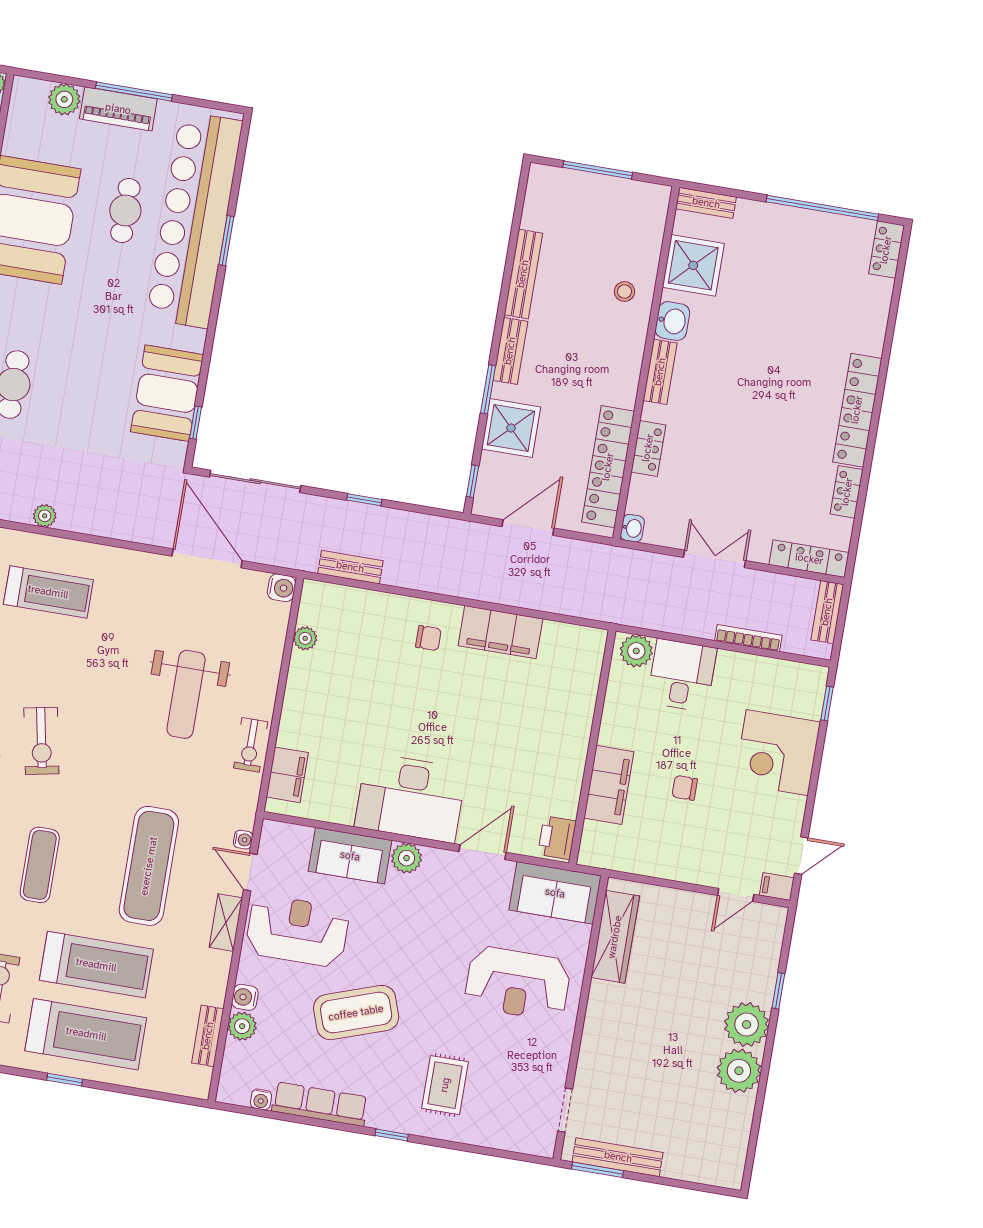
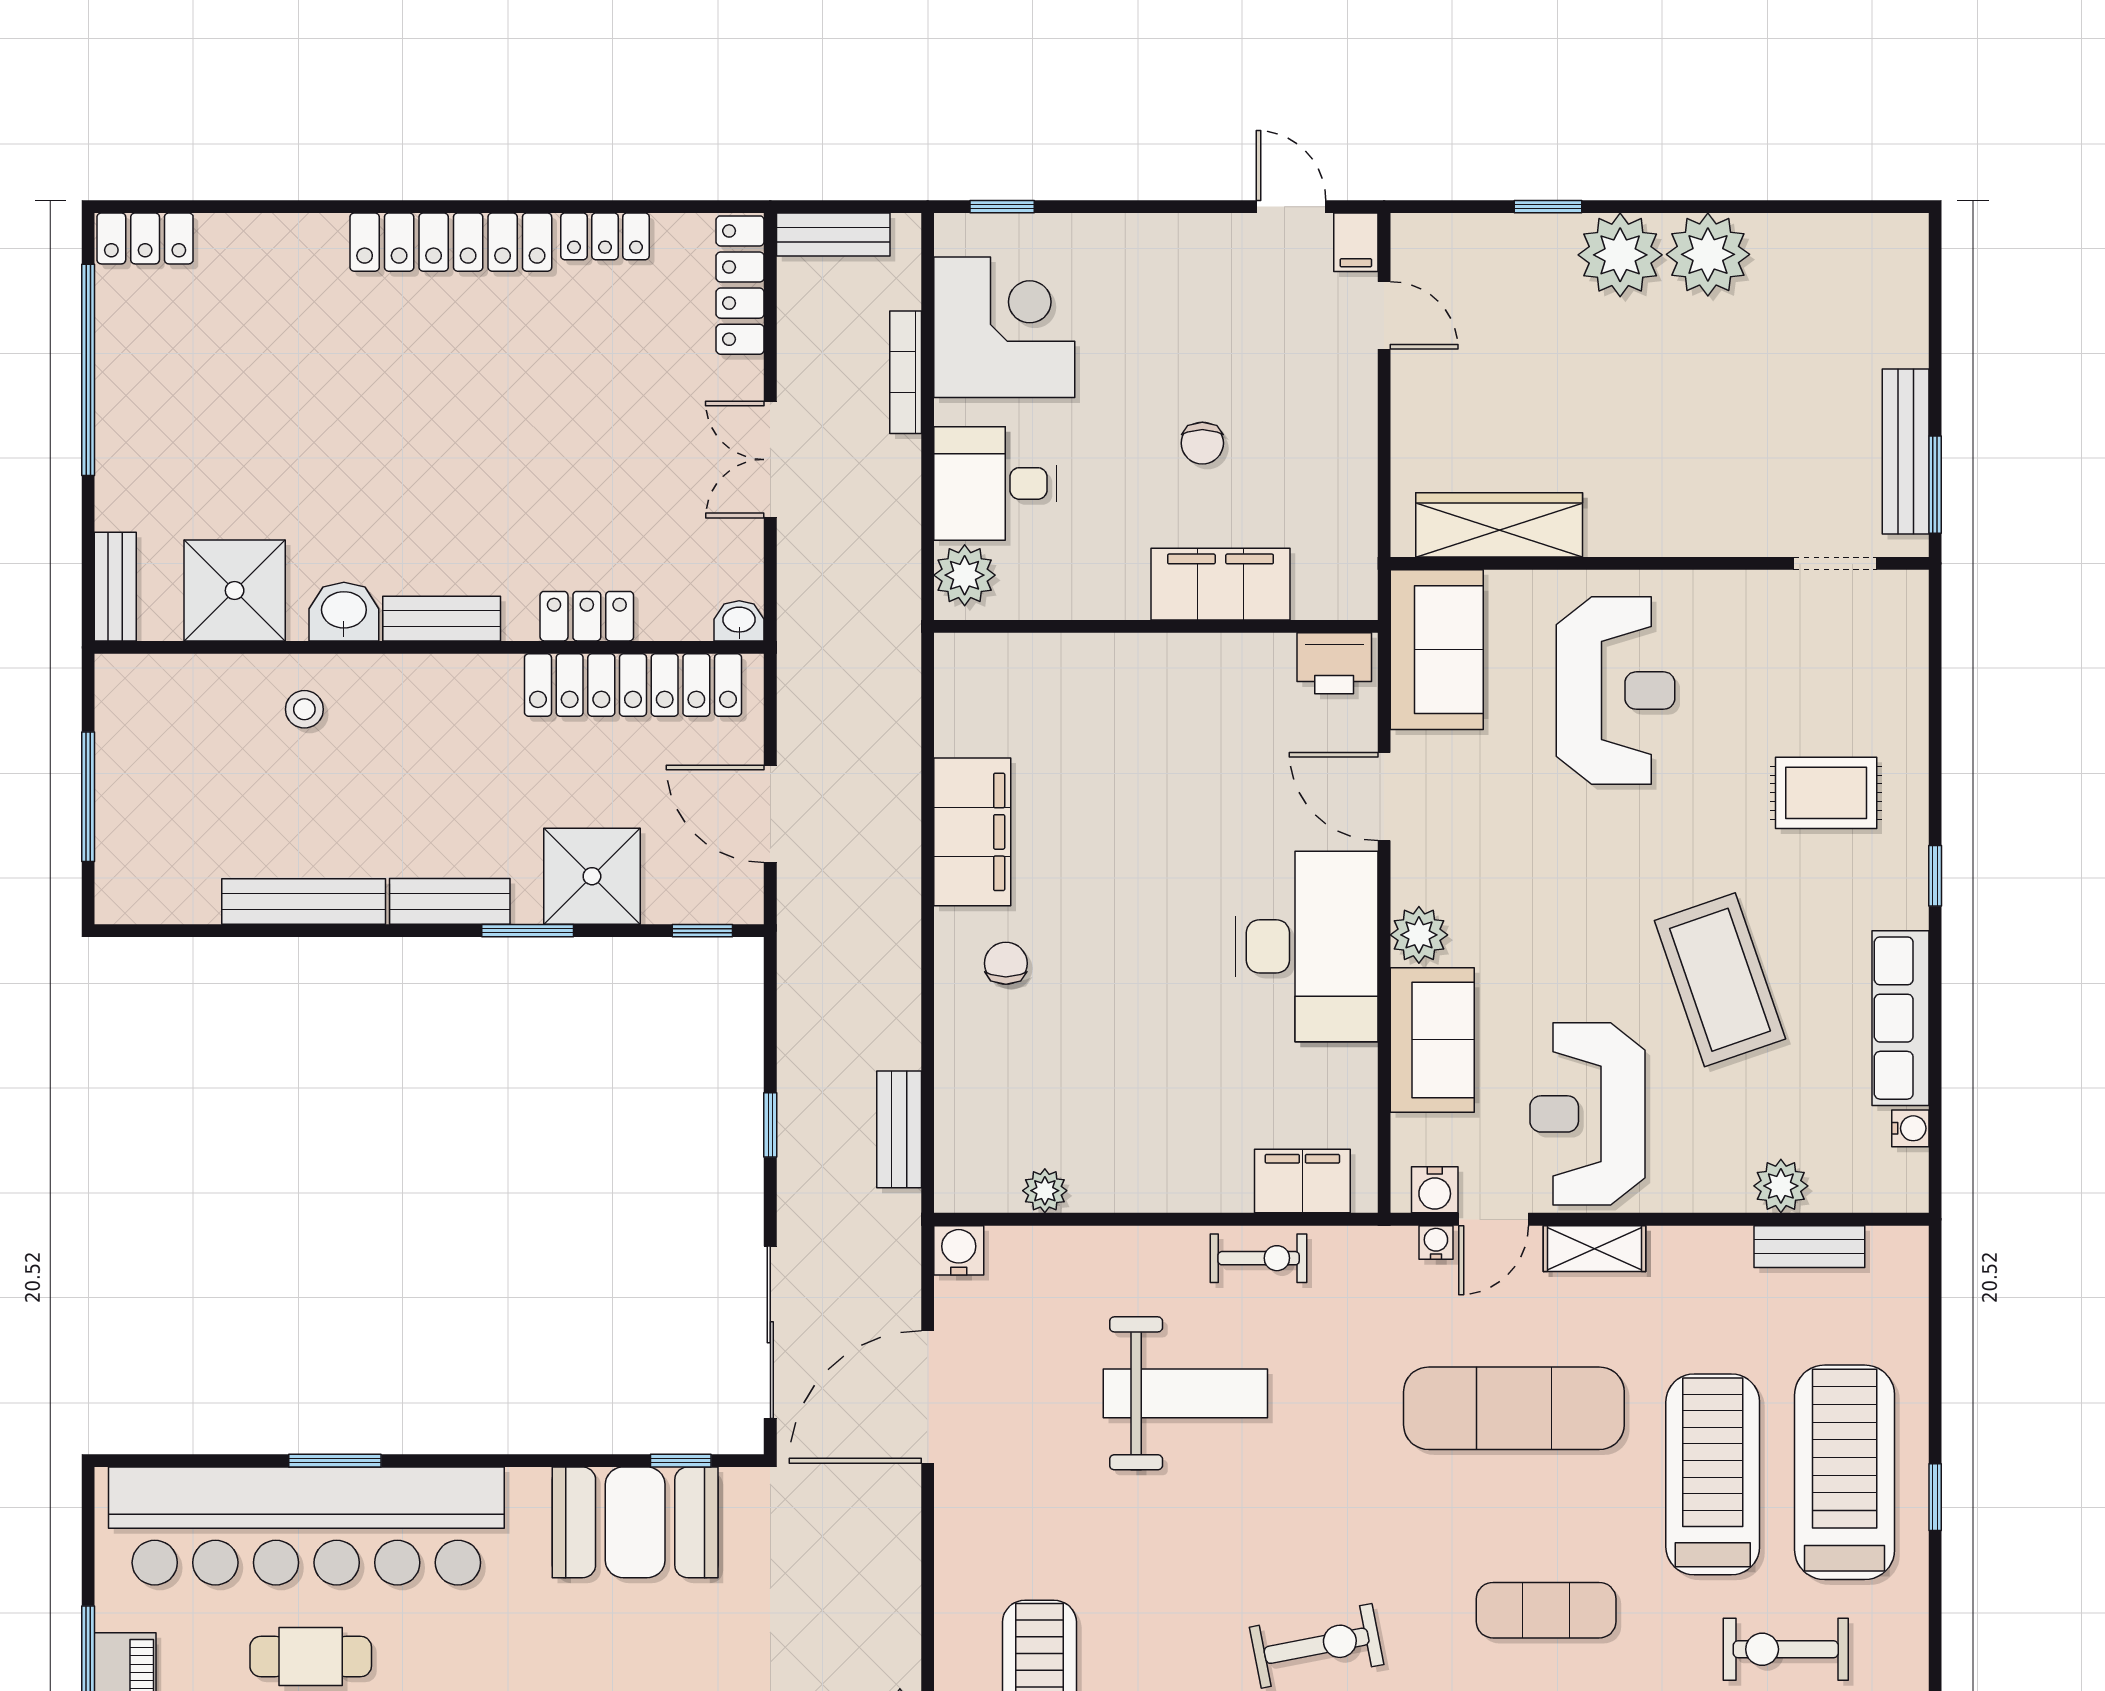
corner desk: (777, 753) -> (1004, 327), moved, turned -90
water cooler: (245, 997) -> (1435, 1190), moved

